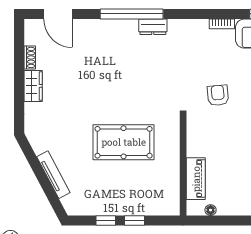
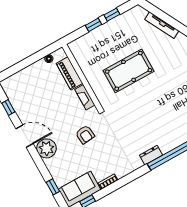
fireplace: (193, 140) -> (85, 97), added

